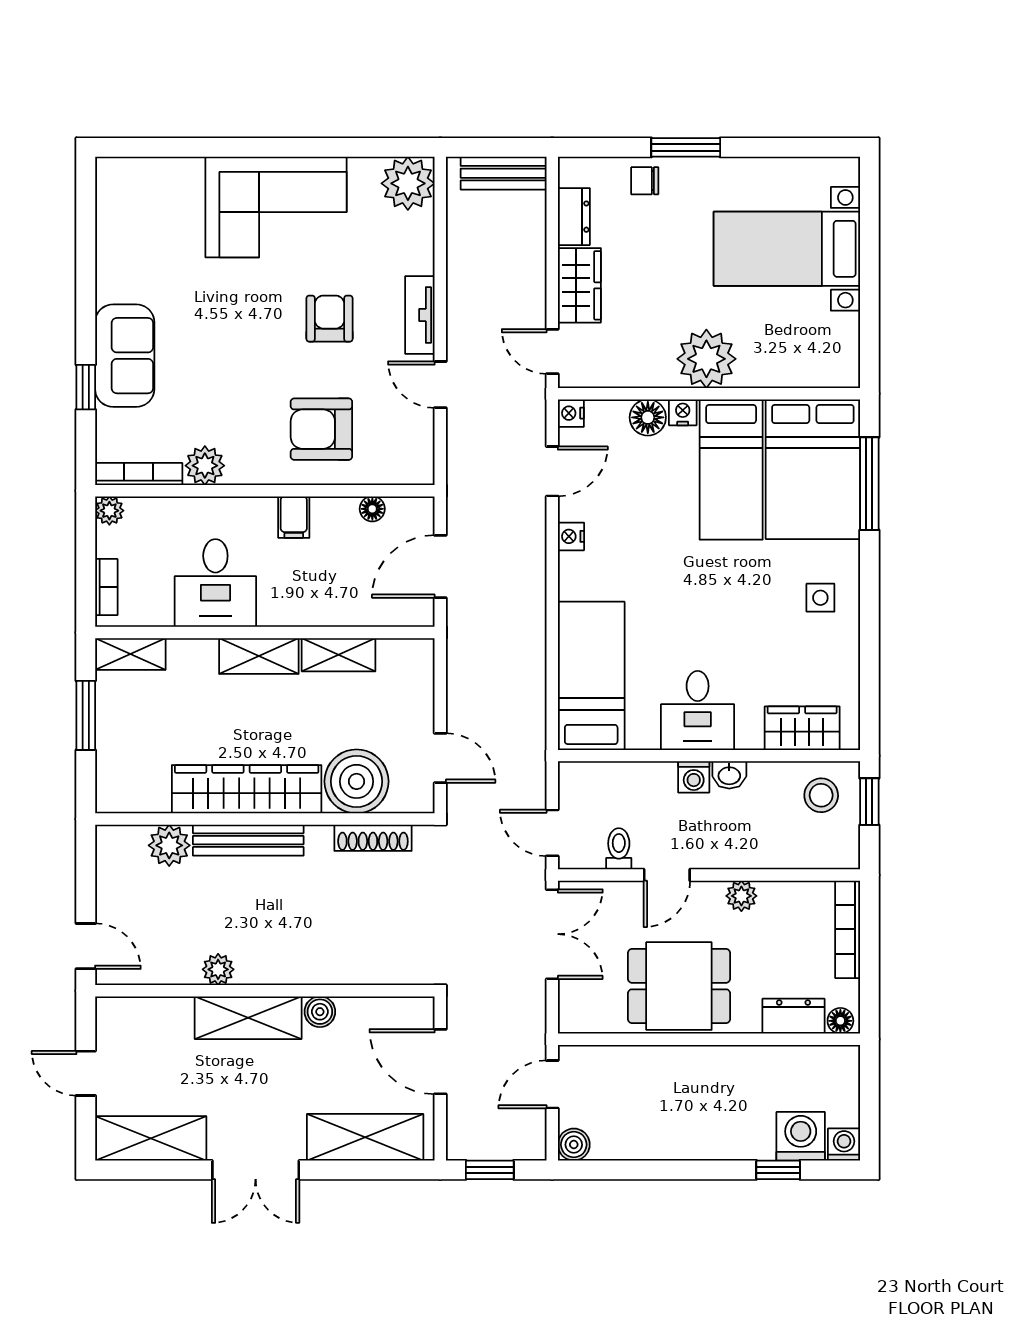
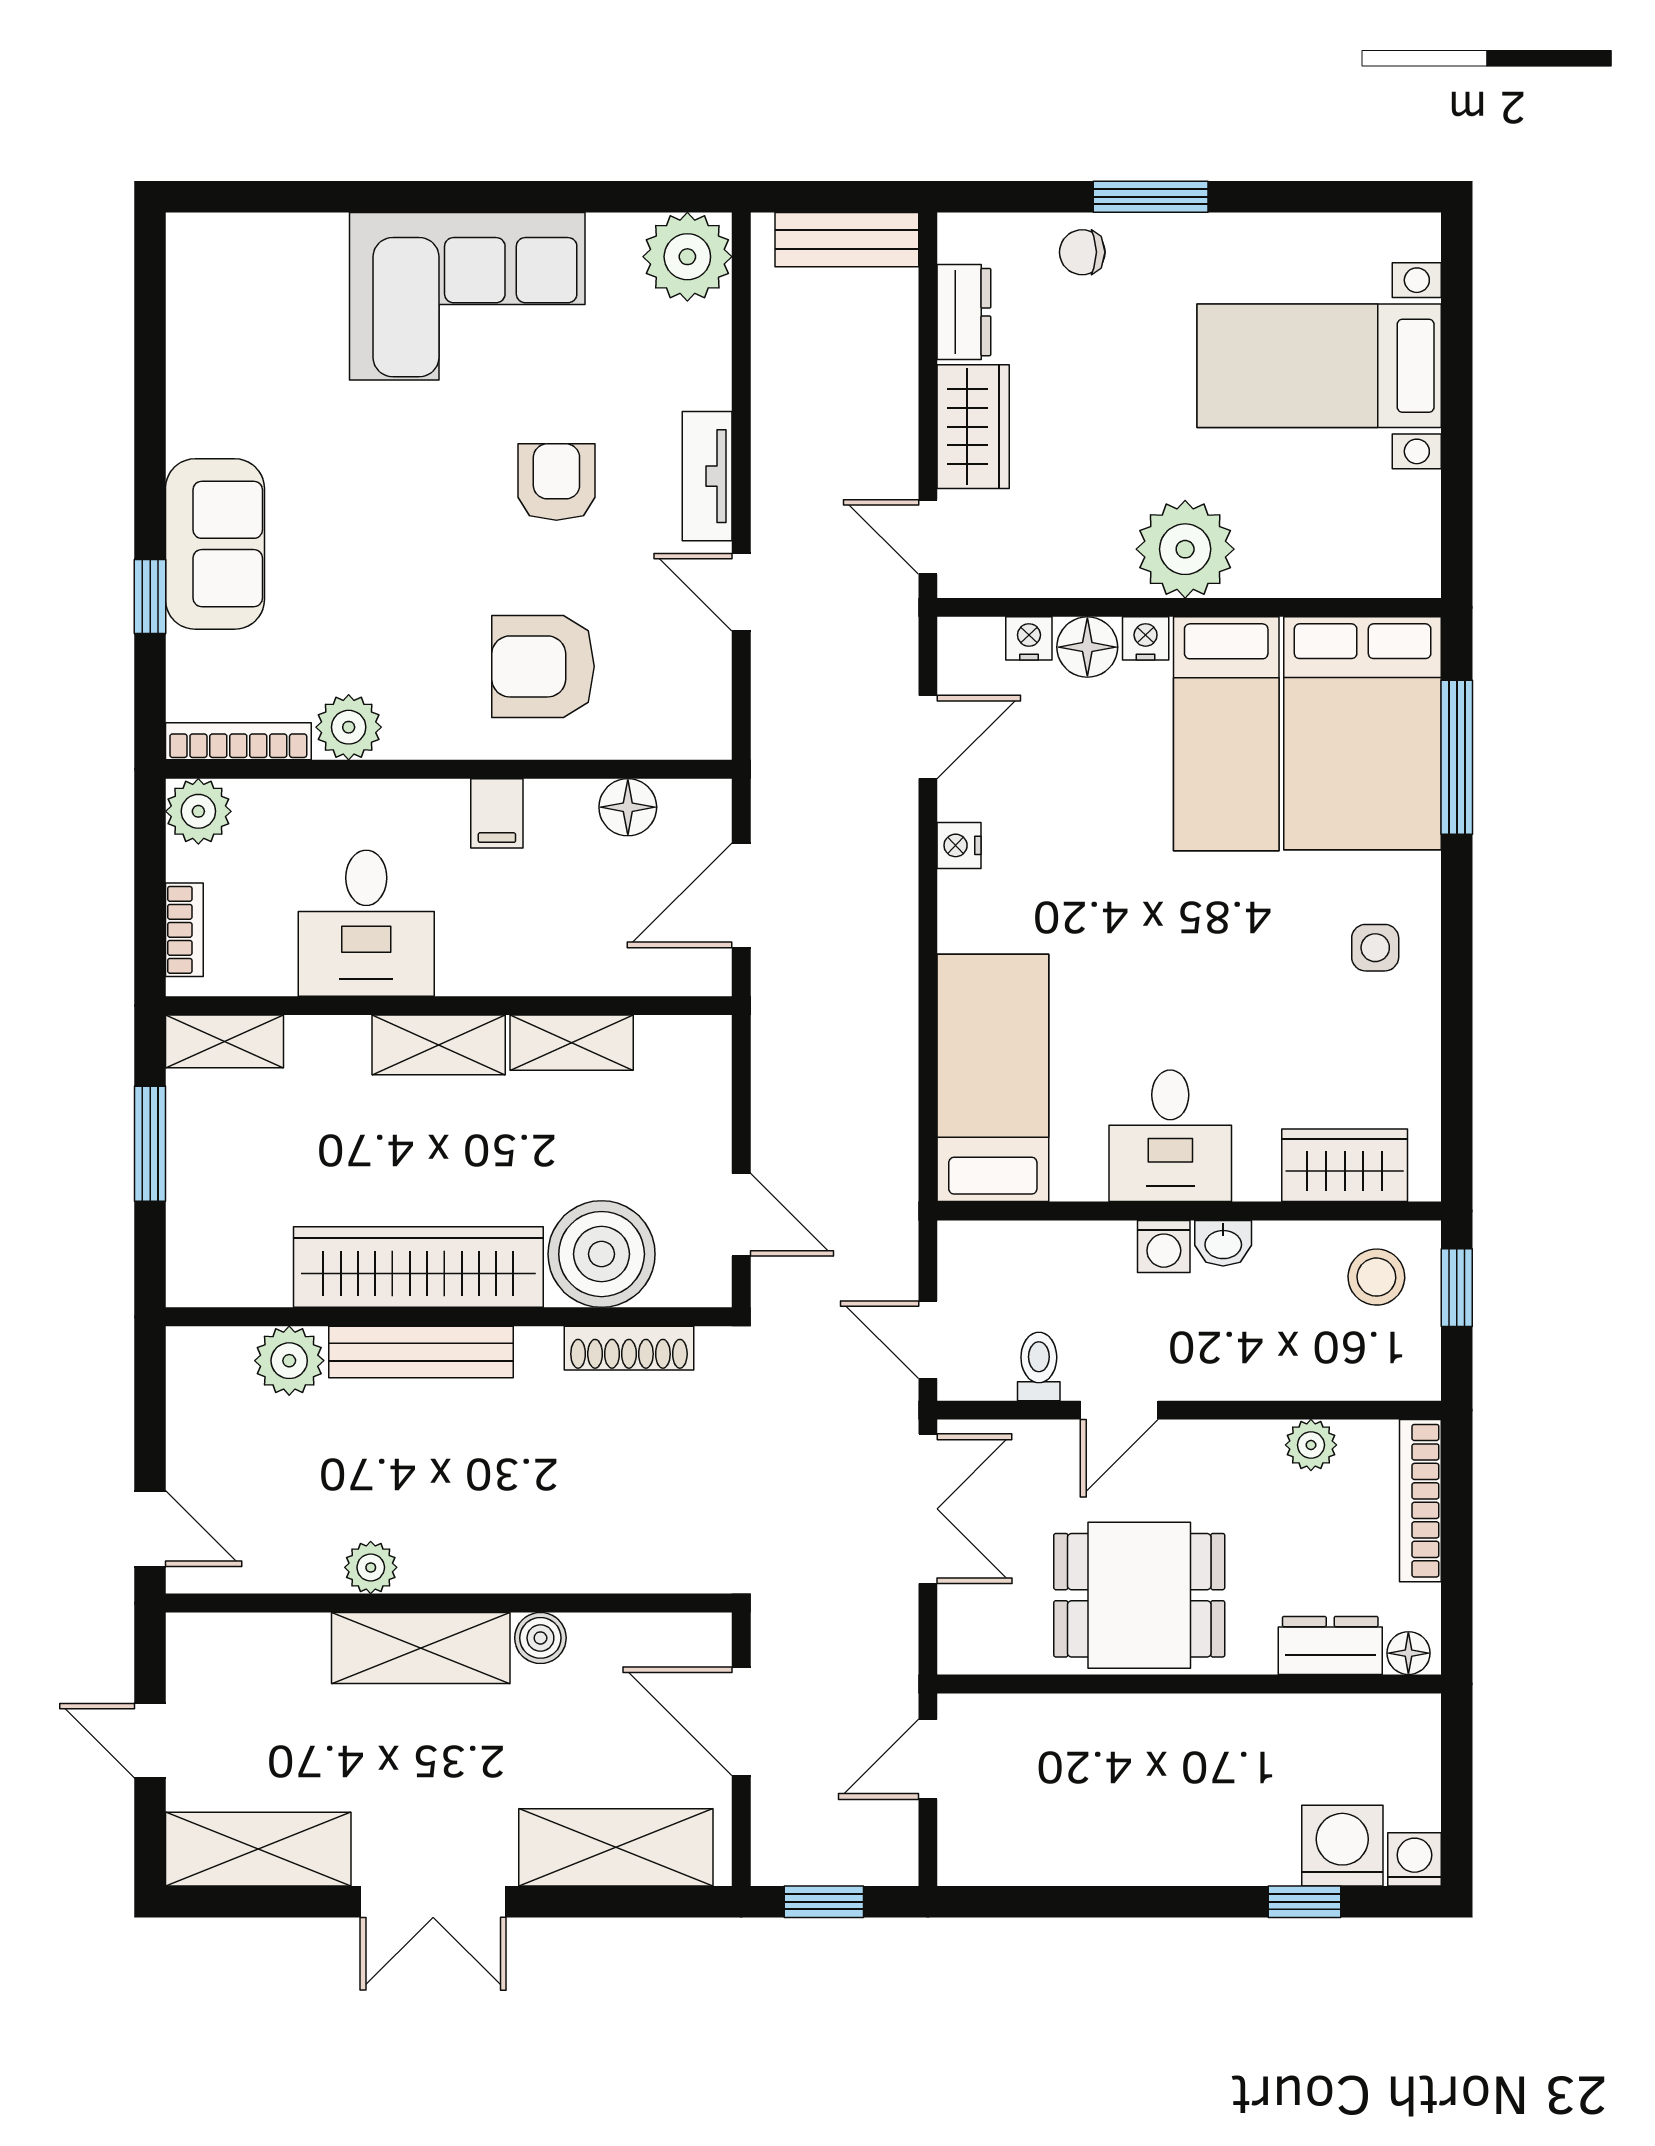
nightstand: (571, 413) -> (1029, 638), moved, turned 90
floor lamp: (372, 509) -> (628, 807), width x1.37, depth x1.37
plant: (109, 511) -> (198, 811), width x1.38, depth x1.38
plant: (741, 896) -> (1311, 1445), moved
boiler: (574, 1145) -> (964, 1860), removed

